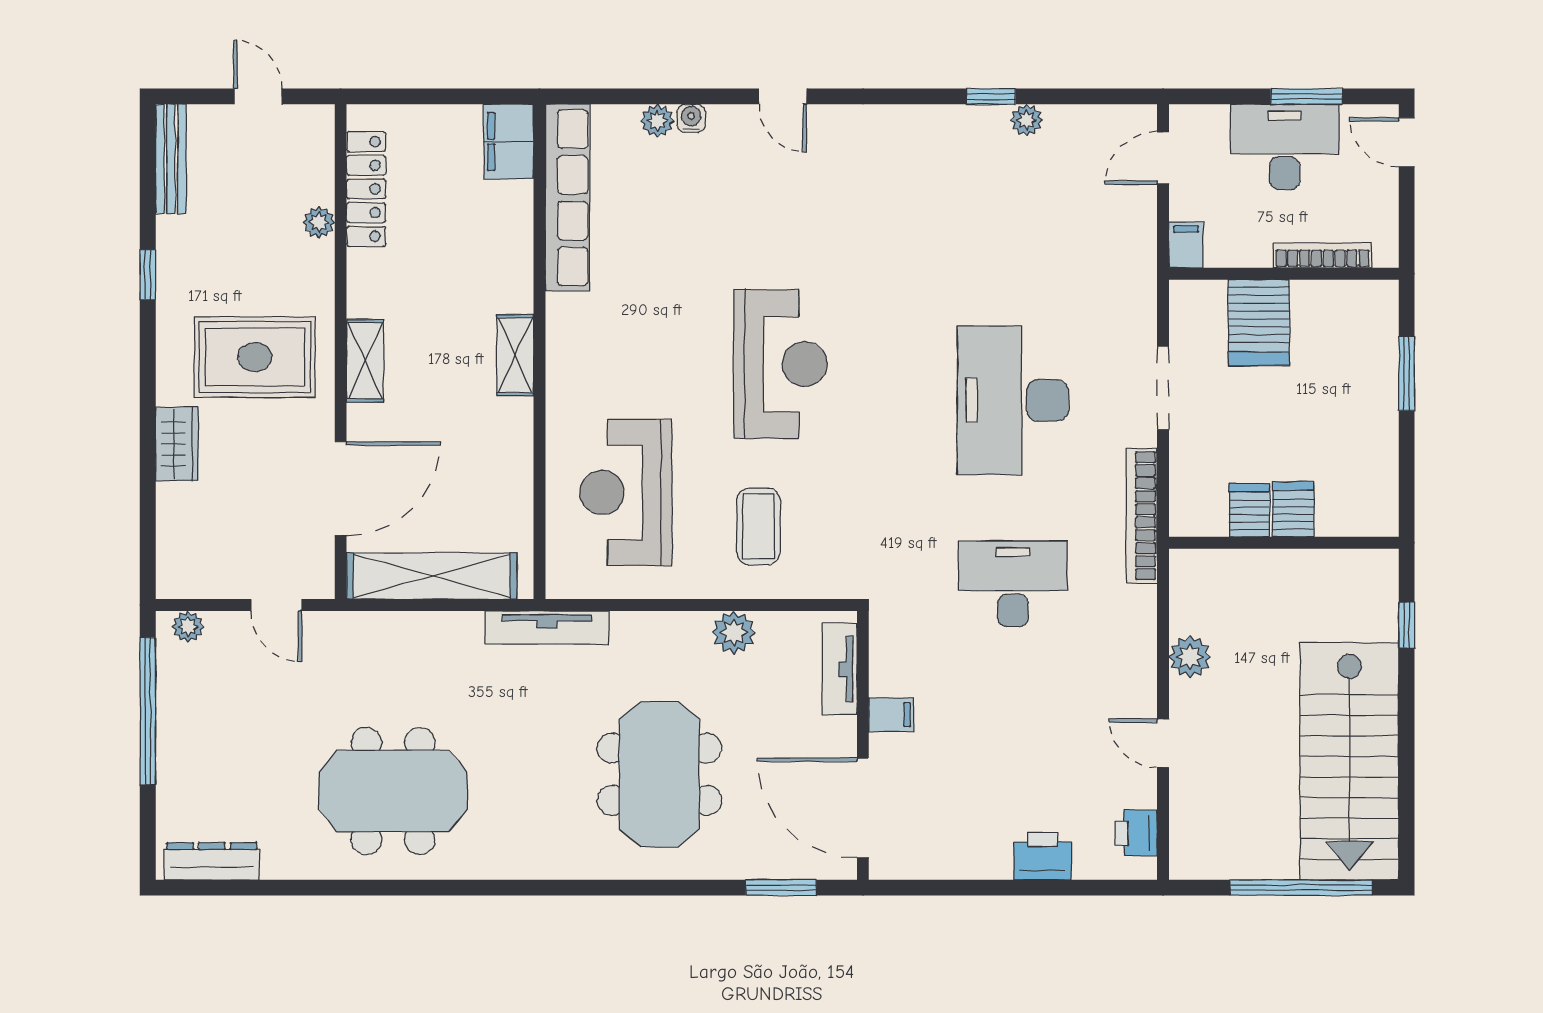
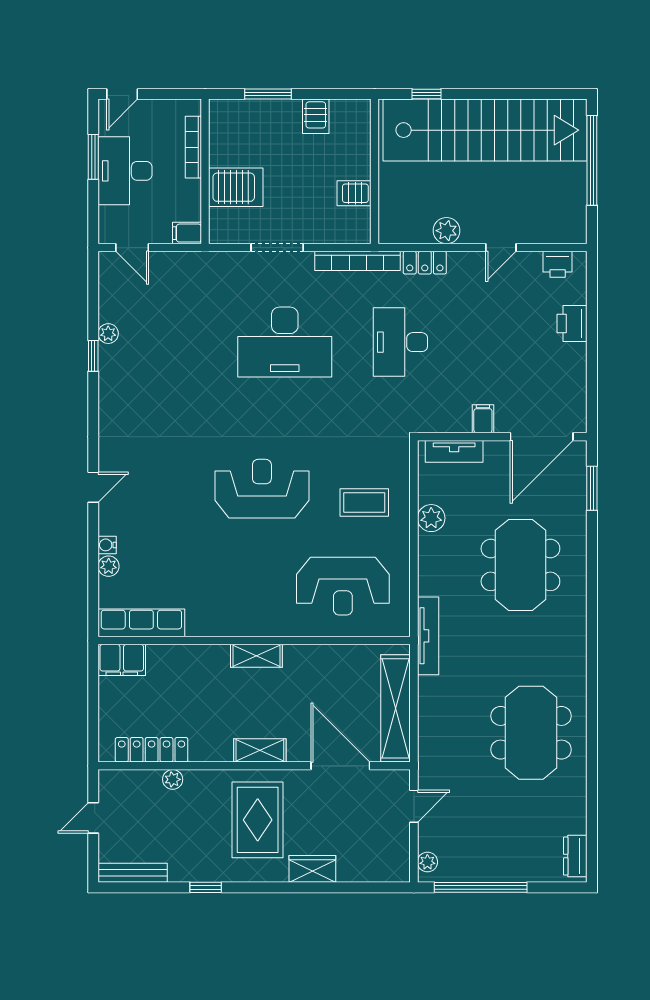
row of seats: (567, 198) -> (141, 623), width x0.73
server rack: (1293, 509) -> (316, 116), moved, turned -90
locker: (1139, 622) -> (425, 263), added
stairs: (1349, 761) -> (485, 130), width x1.36
meeting table: (659, 774) -> (520, 565), turned 90
dresser: (212, 861) -> (575, 856), width x0.70

